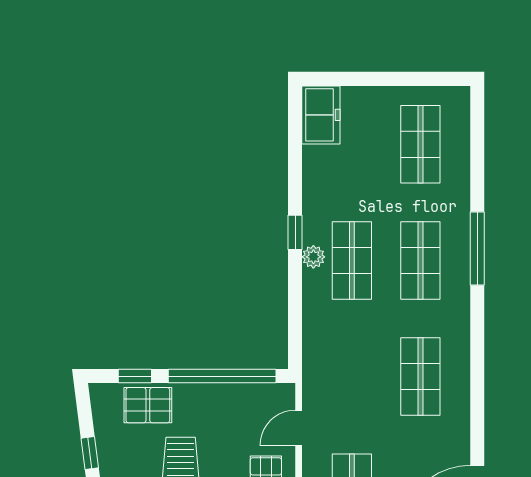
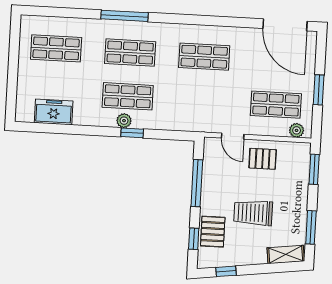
freezer: (321, 115) -> (54, 112), moved
window: (295, 232) -> (132, 133), moved
window: (222, 376) -> (197, 183), width x0.68
window: (90, 453) -> (226, 271), moved

